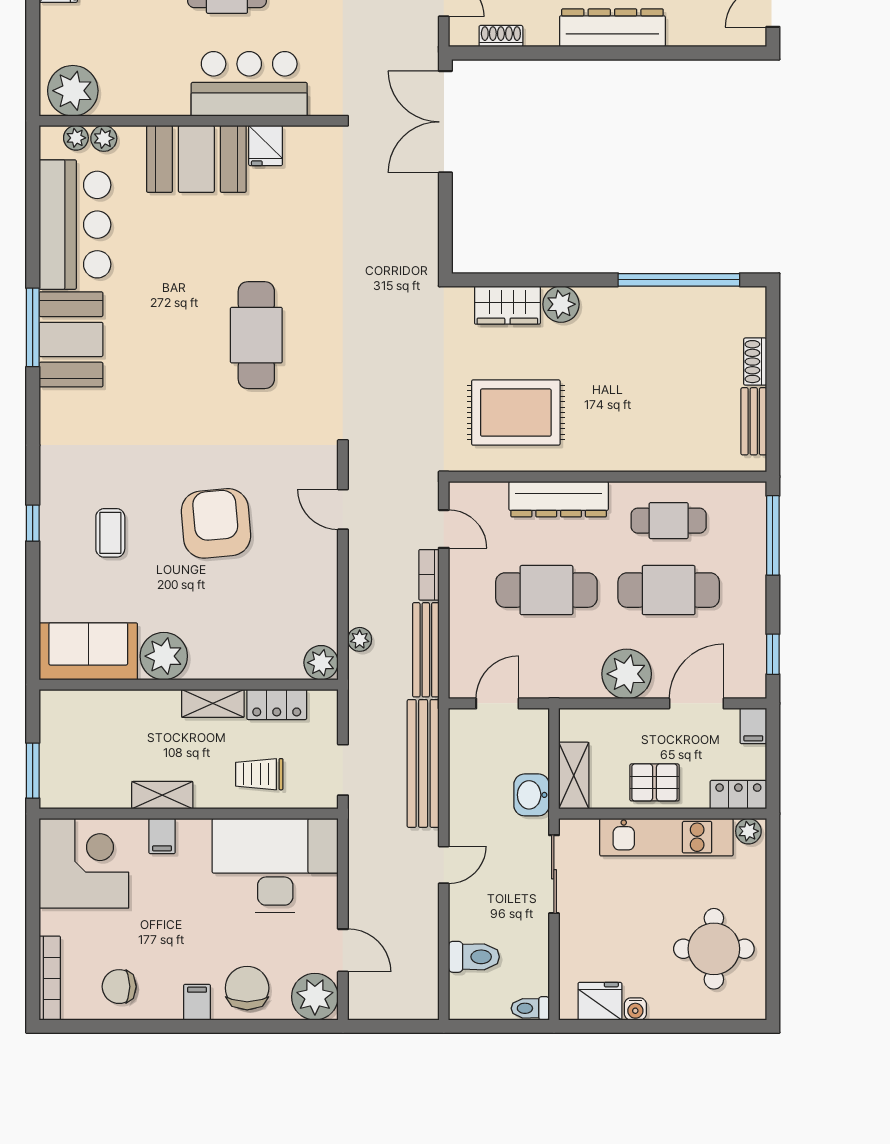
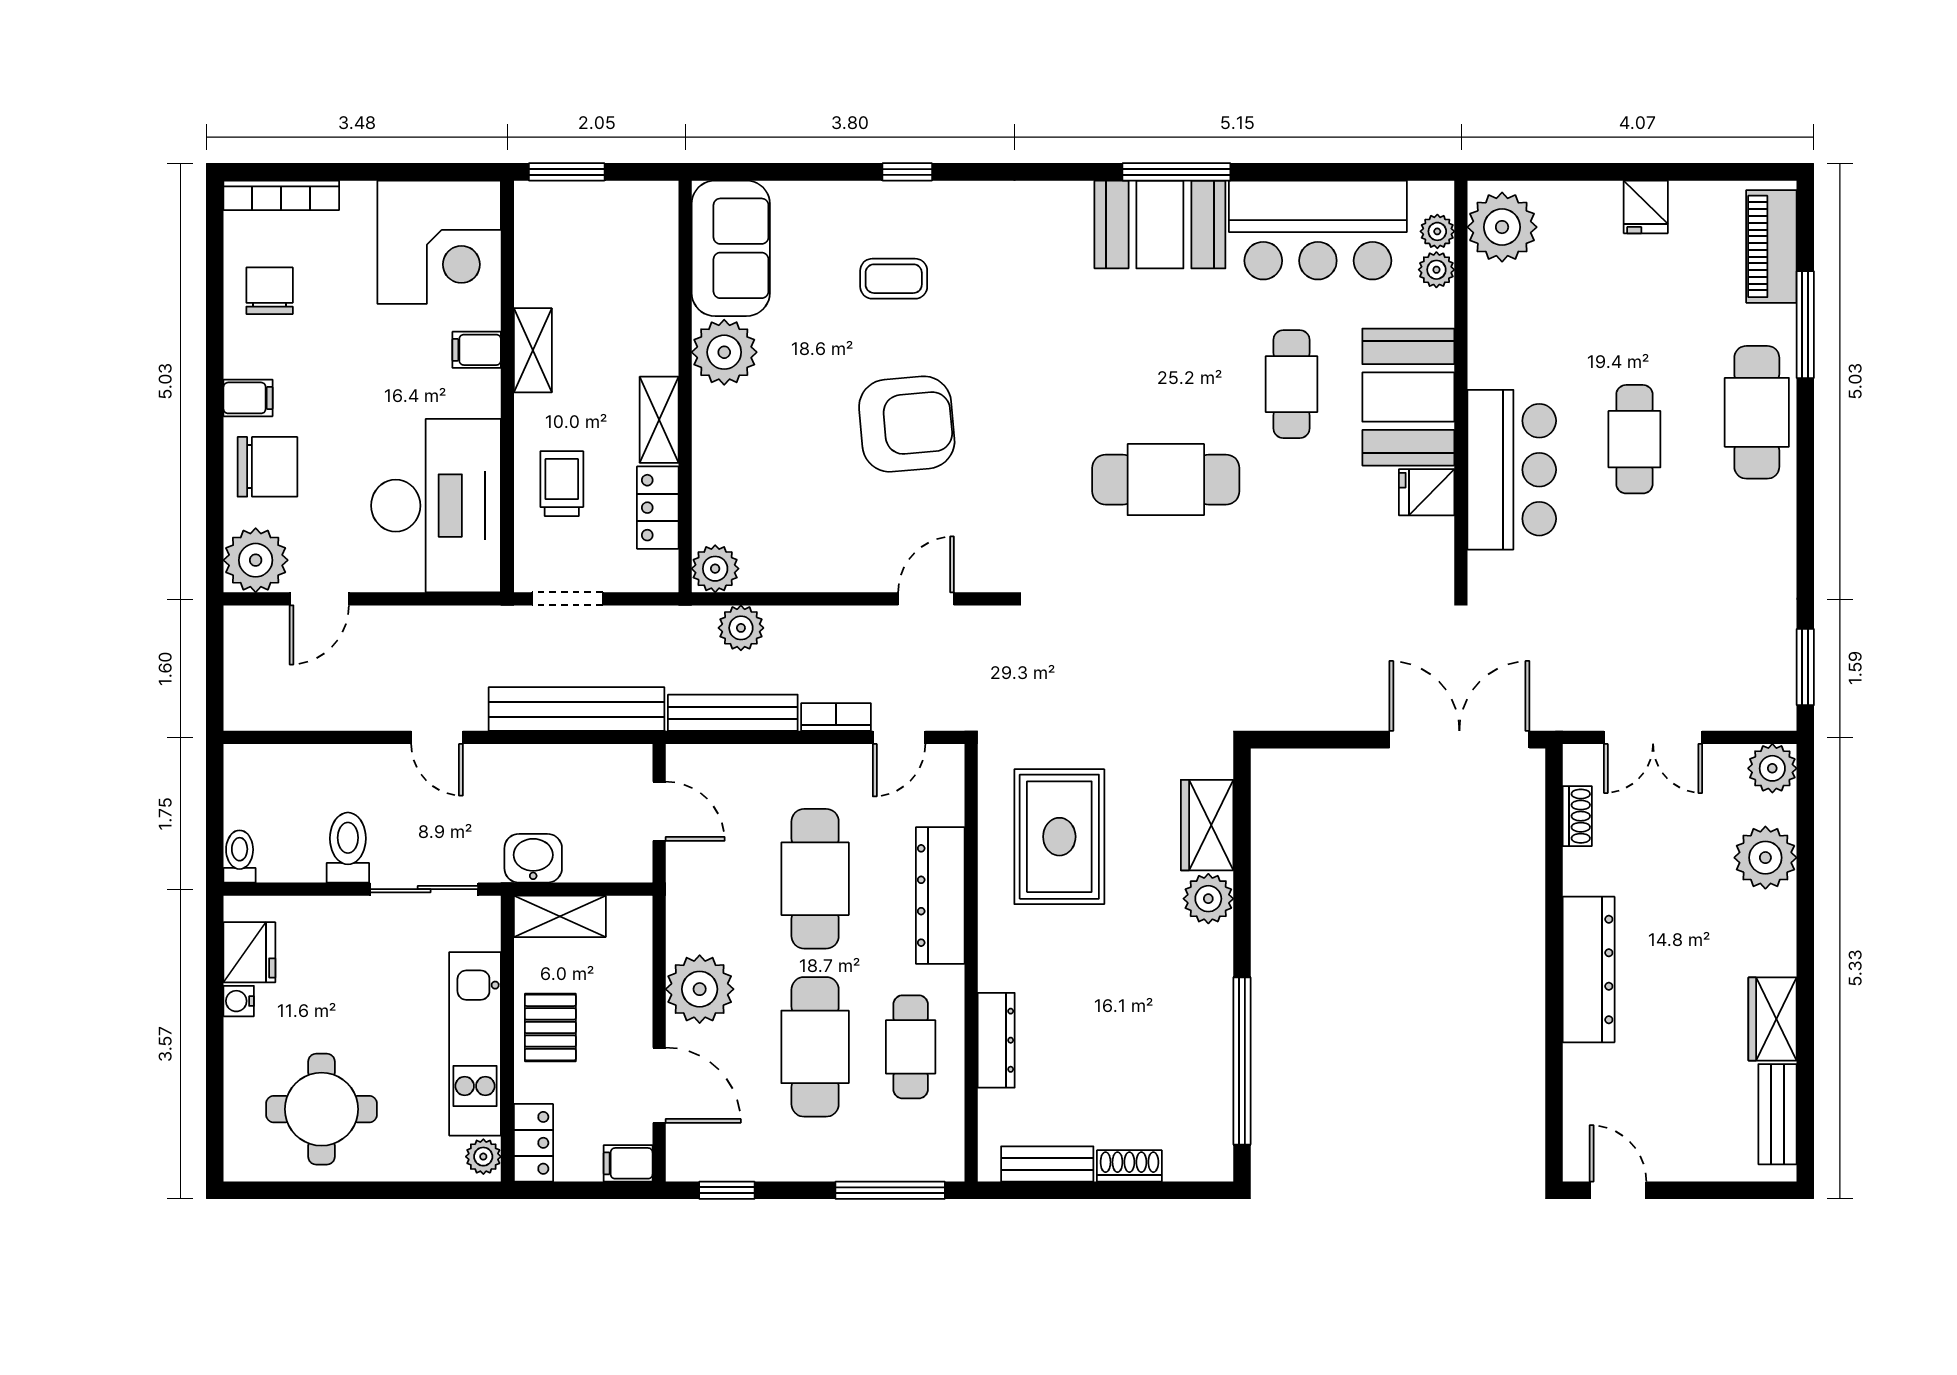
cafe table: (187, 244) -> (1292, 384), added
dresser: (664, 458) -> (996, 1040), added
plant: (360, 639) -> (741, 628), width x1.38, depth x1.38
toilet: (474, 957) -> (348, 848), moved, turned 180

